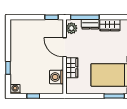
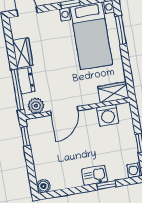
boiler: (15, 24) -> (43, 186), added
kitchen sink: (16, 61) -> (94, 175), added
wardrobe: (72, 68) -> (113, 92), moved

